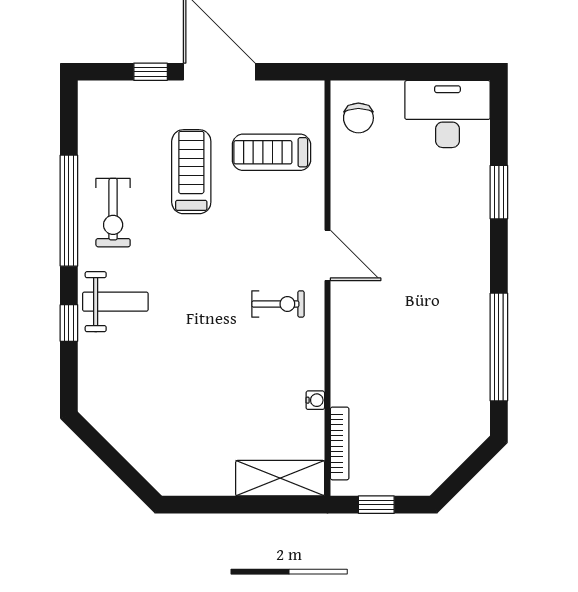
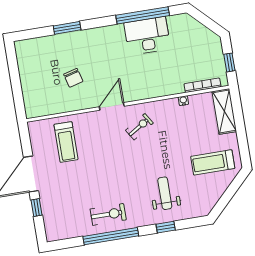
desk: (447, 114) -> (147, 36), moved, turned 90
chair: (358, 118) -> (73, 78), moved, turned 75
treadmill: (191, 172) -> (213, 162), moved
weight bench: (115, 302) -> (165, 193), moved
exercise bike: (278, 304) -> (139, 127), turned 58

